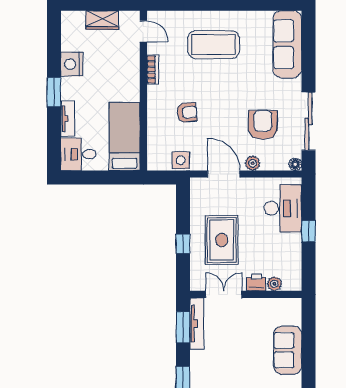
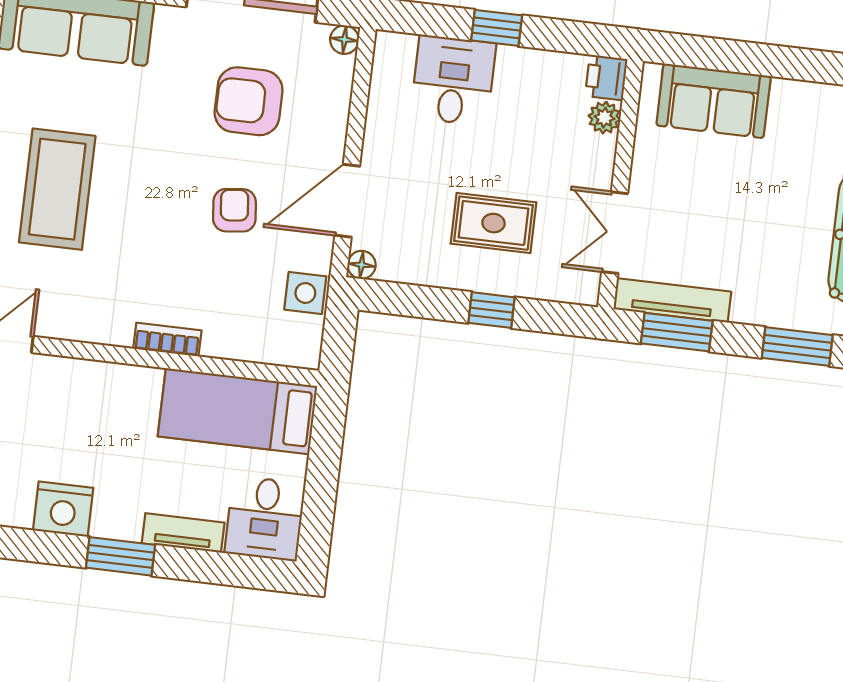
bookcase: (153, 69) -> (167, 340), moved
armchair: (187, 113) -> (234, 210), moved
plant: (253, 163) -> (331, 134), removed
floor lamp: (196, 184) -> (362, 265), added
desk: (283, 208) -> (453, 80), width x0.73
rug: (222, 240) -> (493, 223), width x0.73, depth x0.70
printer: (256, 282) -> (606, 77), moved
sofa: (288, 350) -> (714, 101), moved

